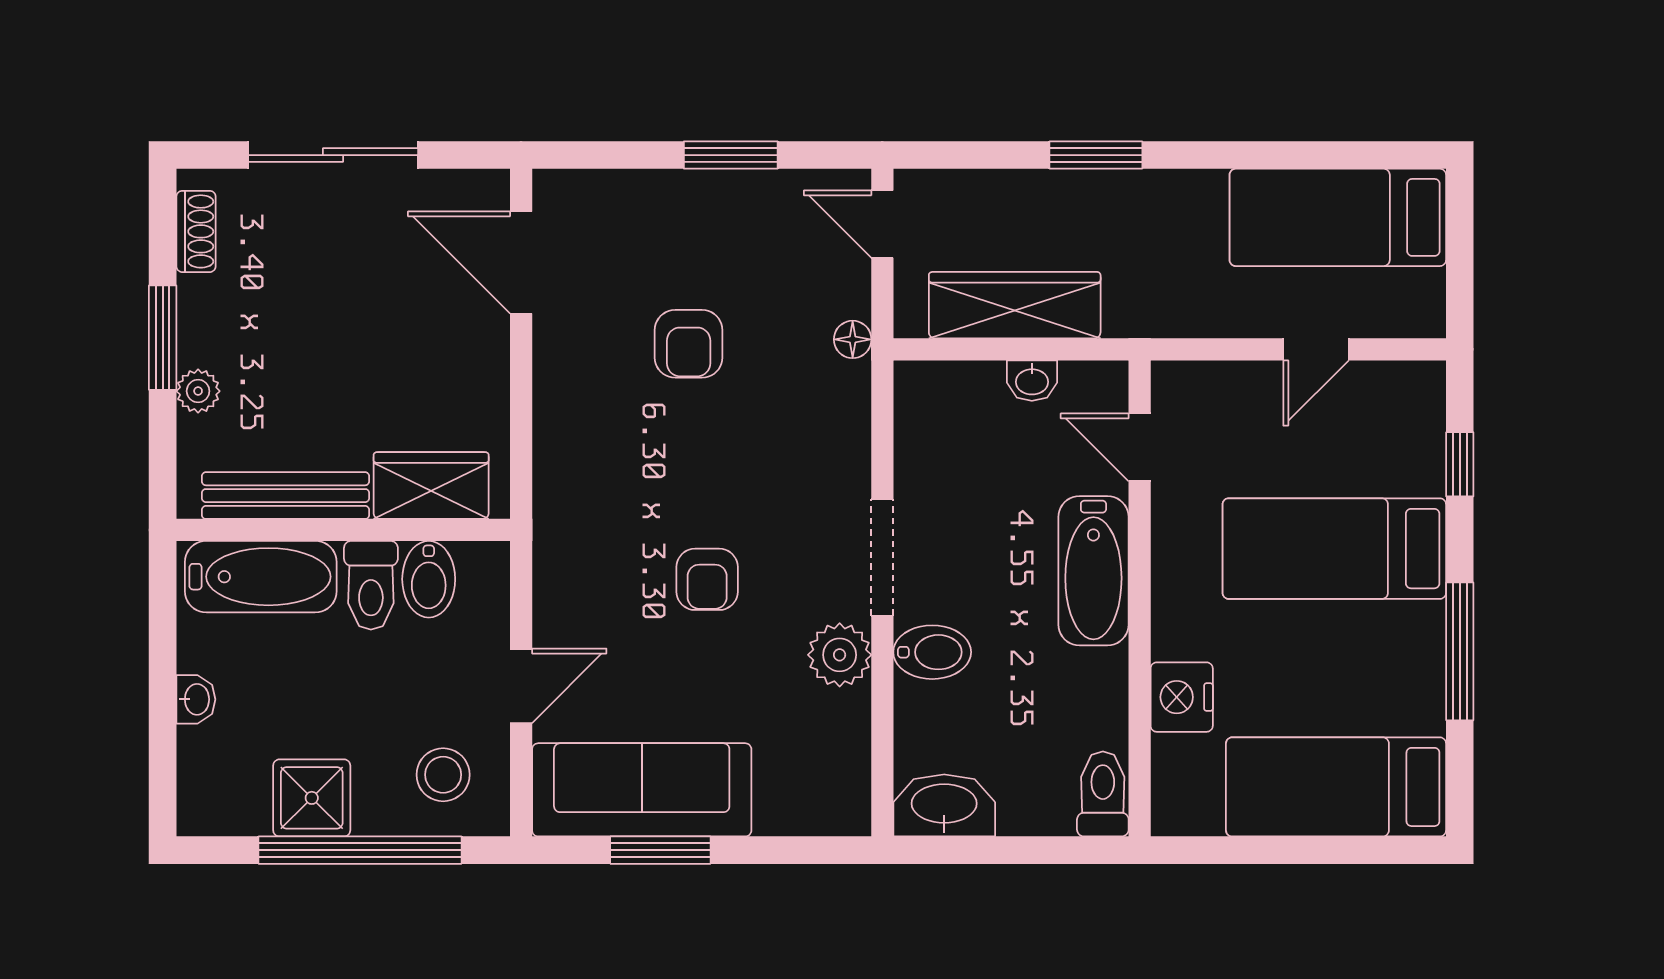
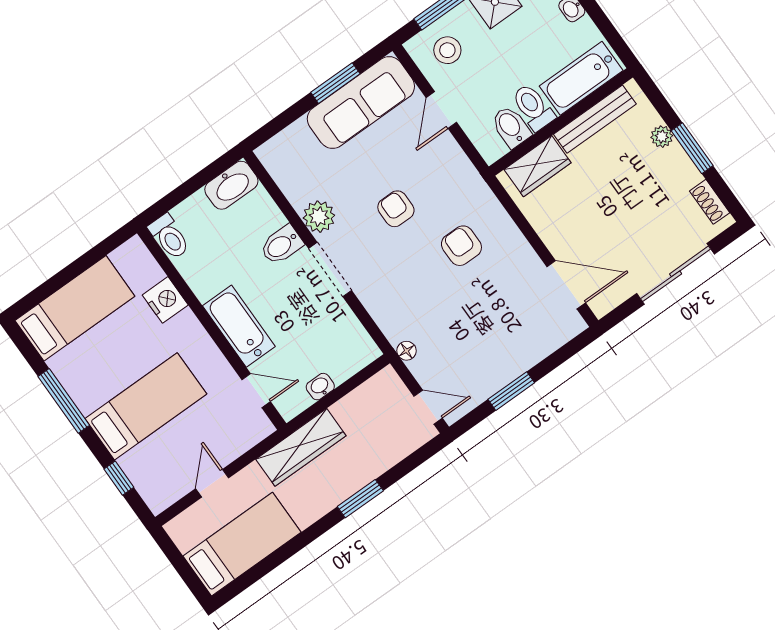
wardrobe: (1015, 305) -> (301, 447), moved
armchair: (689, 344) -> (461, 246), moved

